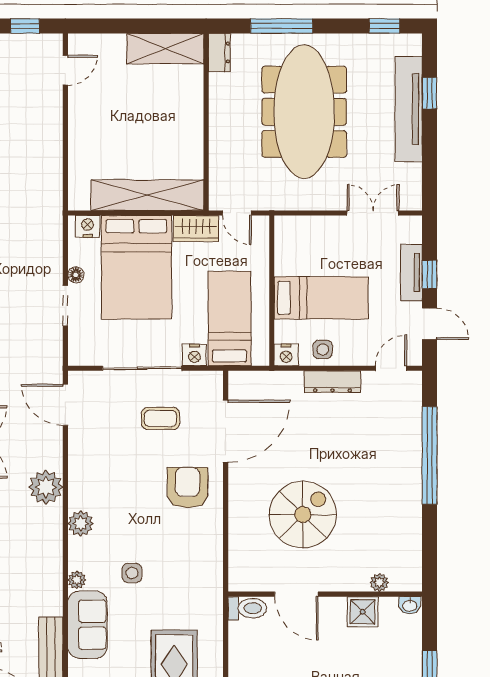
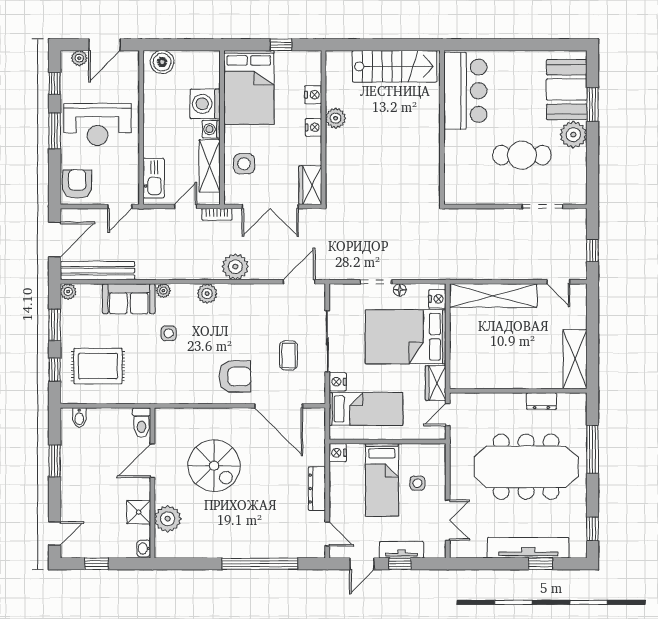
dresser: (219, 52) -> (541, 401), moved
shelving: (147, 195) -> (493, 296), moved, turned 90
side table: (323, 349) -> (417, 483), moved
plant: (379, 582) -> (168, 519), width x1.87, depth x1.87

